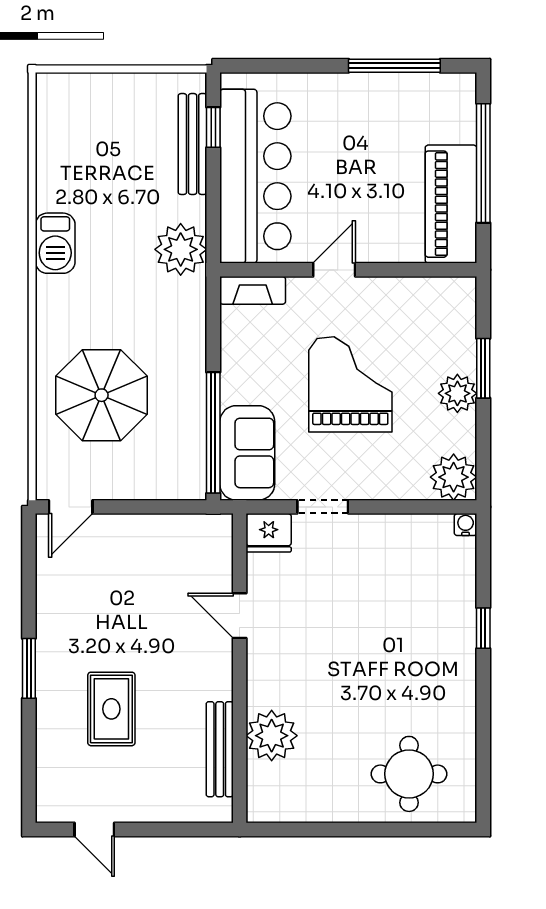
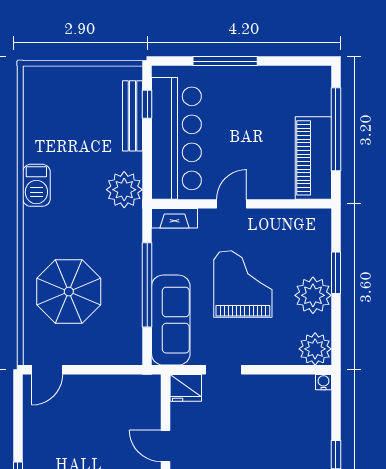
window: (394, 66) -> (225, 61), moved
plant: (457, 393) -> (313, 295), width x1.36, depth x1.36
window: (213, 433) -> (147, 285), moved
sofa: (247, 453) -> (171, 320), width x1.36

